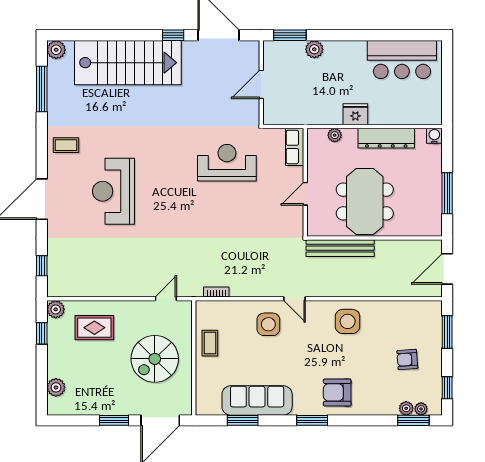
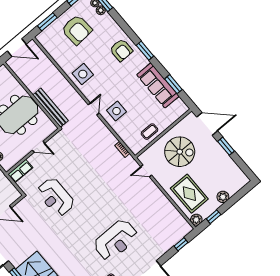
rug: (94, 328) -> (189, 194), width x1.36, depth x1.43
armchair: (407, 359) -> (77, 30), width x1.88, depth x1.88
plant: (56, 387) -> (223, 197), moved

